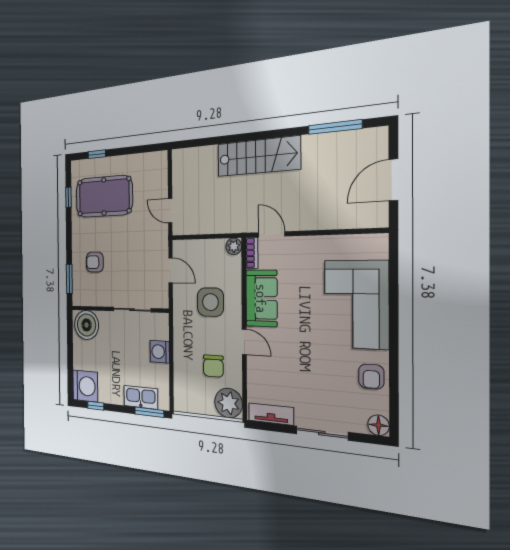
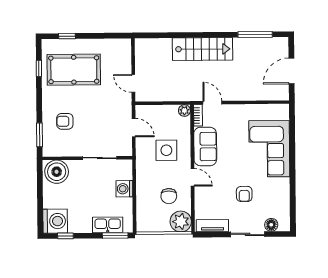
armchair: (371, 376) -> (244, 194), moved
floor lamp: (378, 425) -> (271, 225), moved

